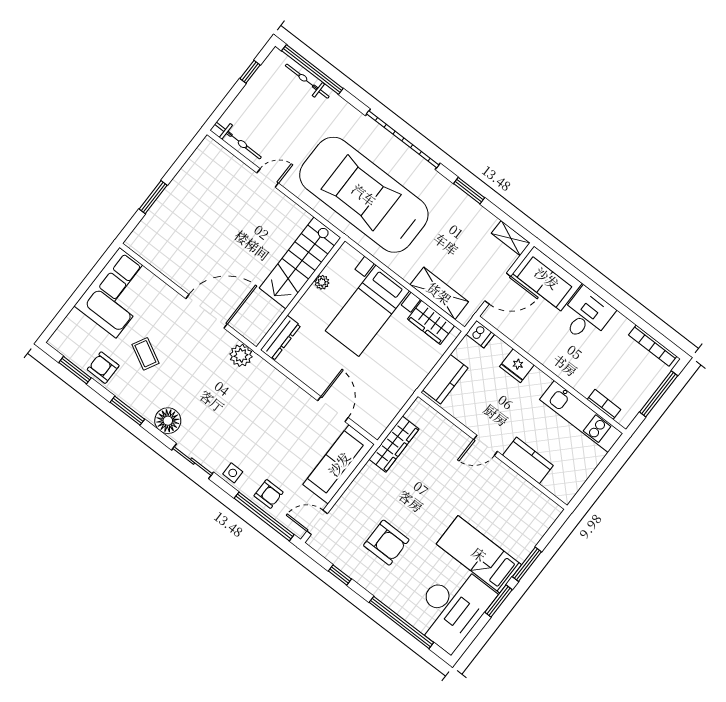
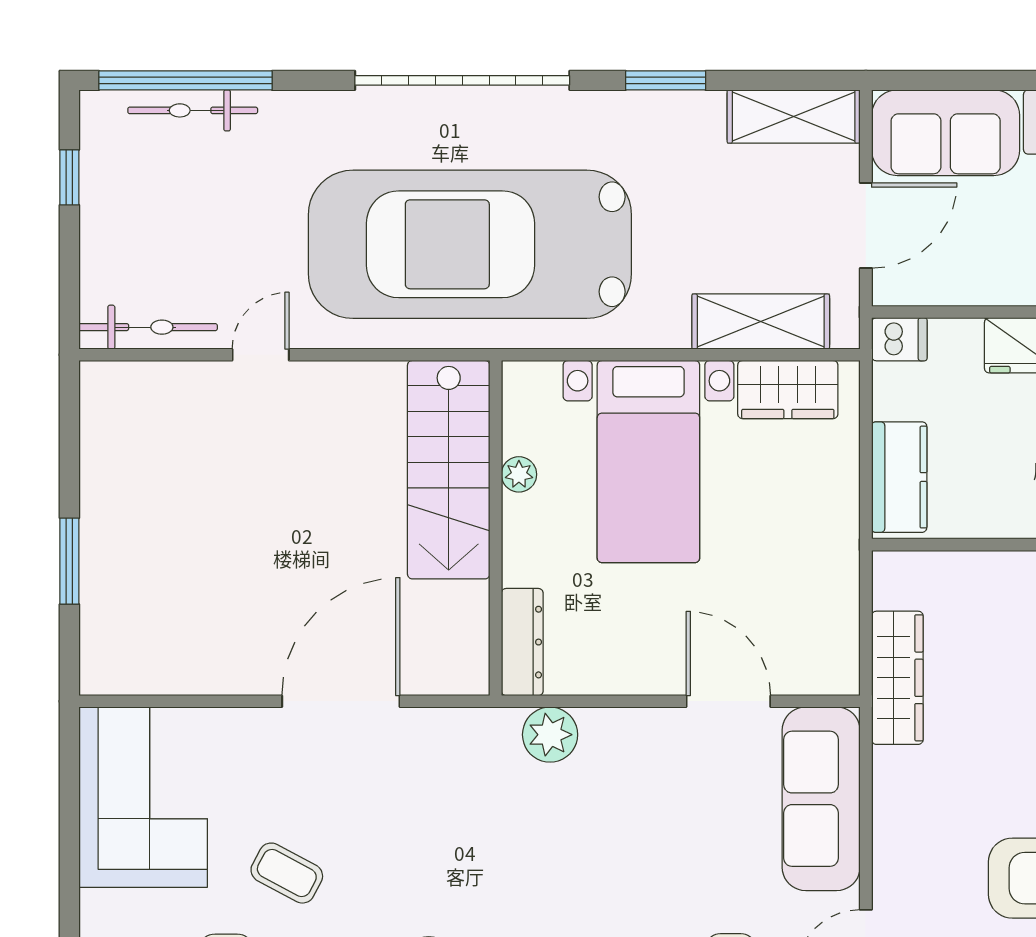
shelving: (511, 238) -> (794, 116), width x1.50, depth x1.33
plant: (241, 355) -> (550, 735), moved

